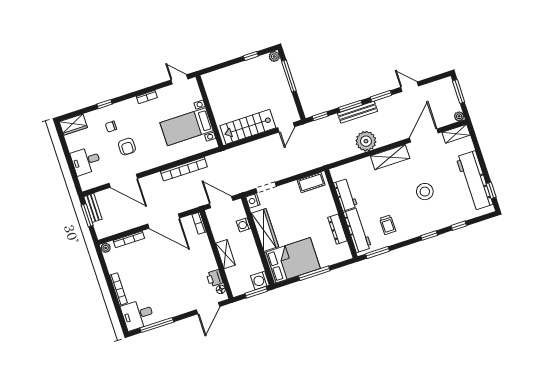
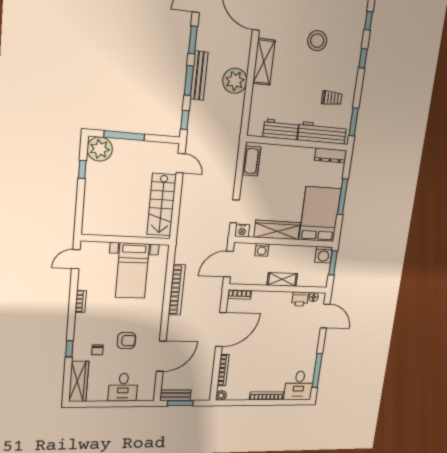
plant: (274, 56) -> (100, 149), width x1.87, depth x1.87
wardrobe: (73, 125) -> (79, 381), width x1.50
dresser: (337, 229) -> (331, 155), moved

